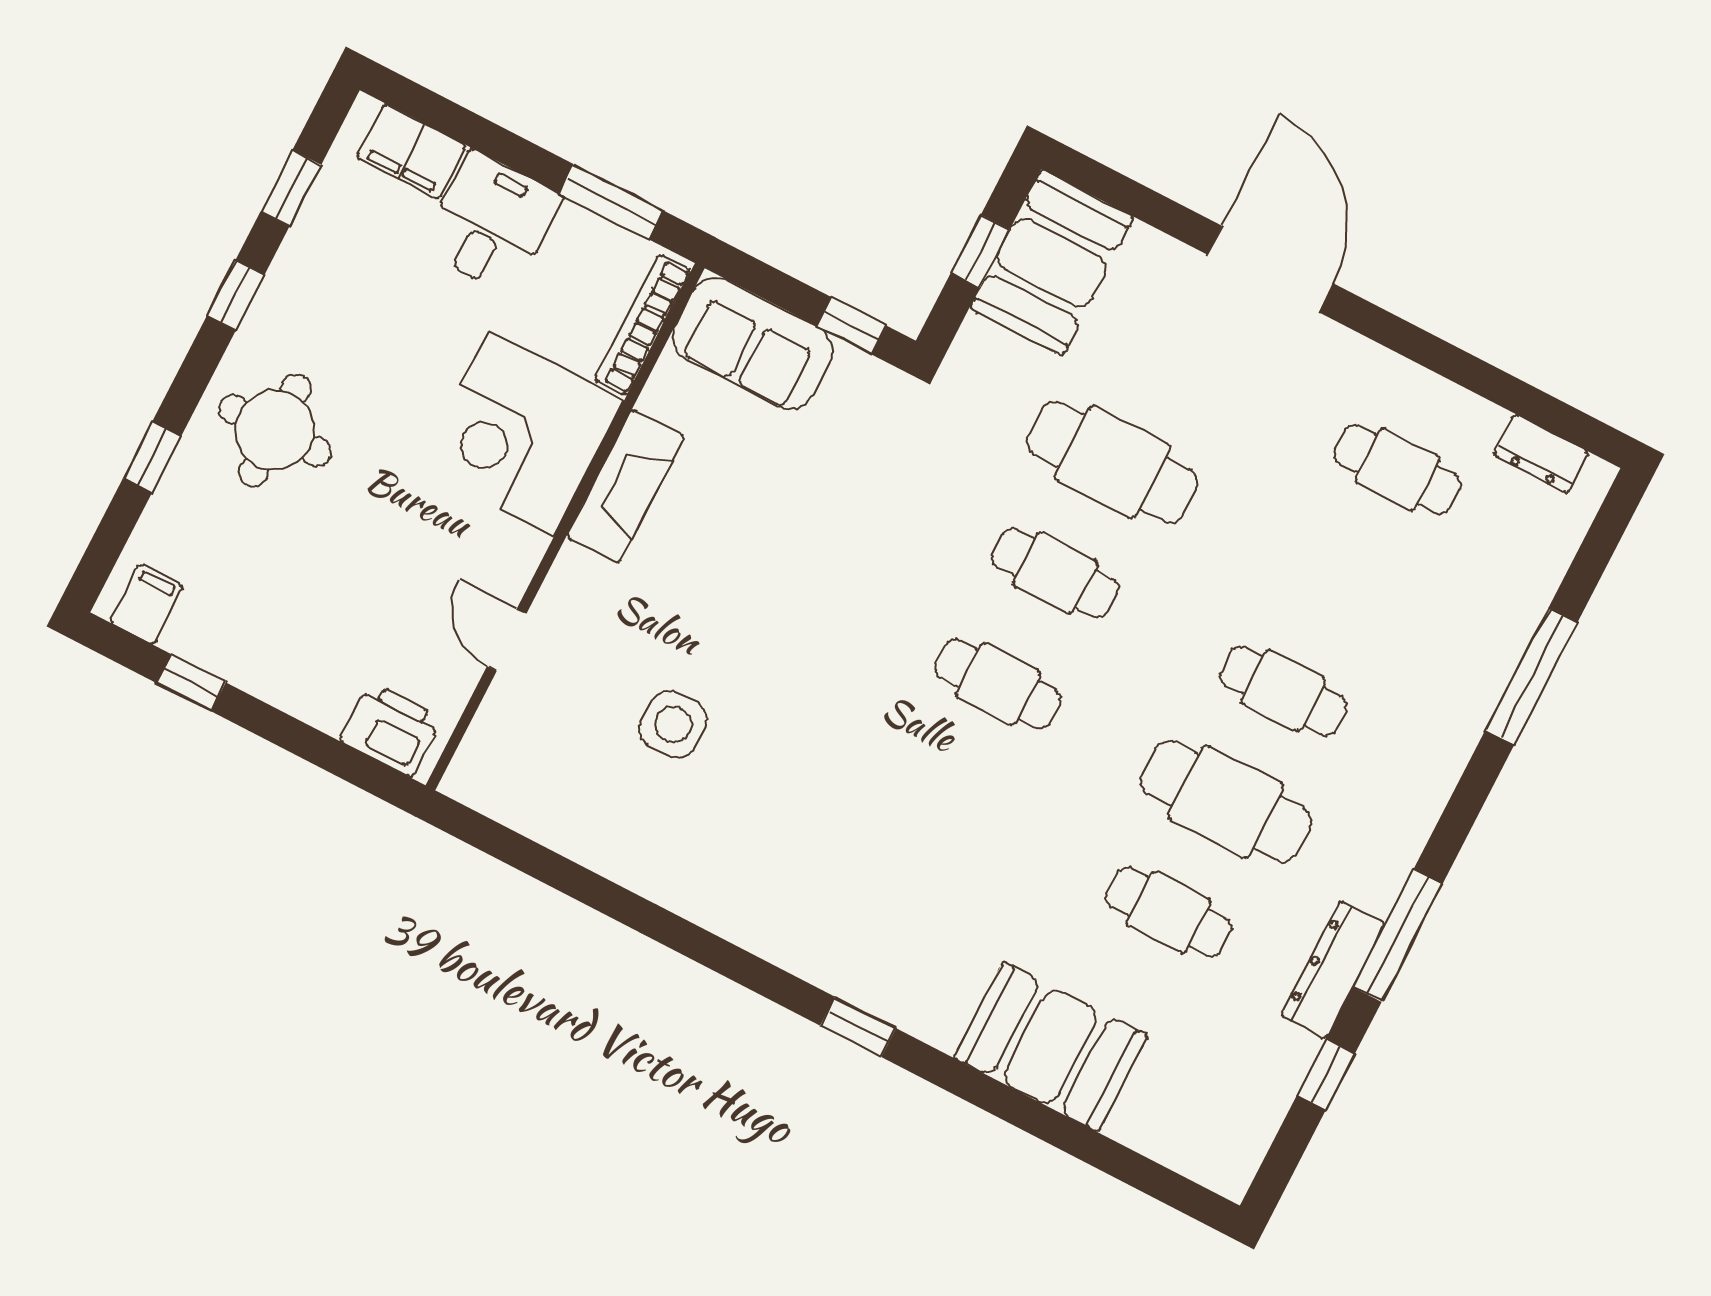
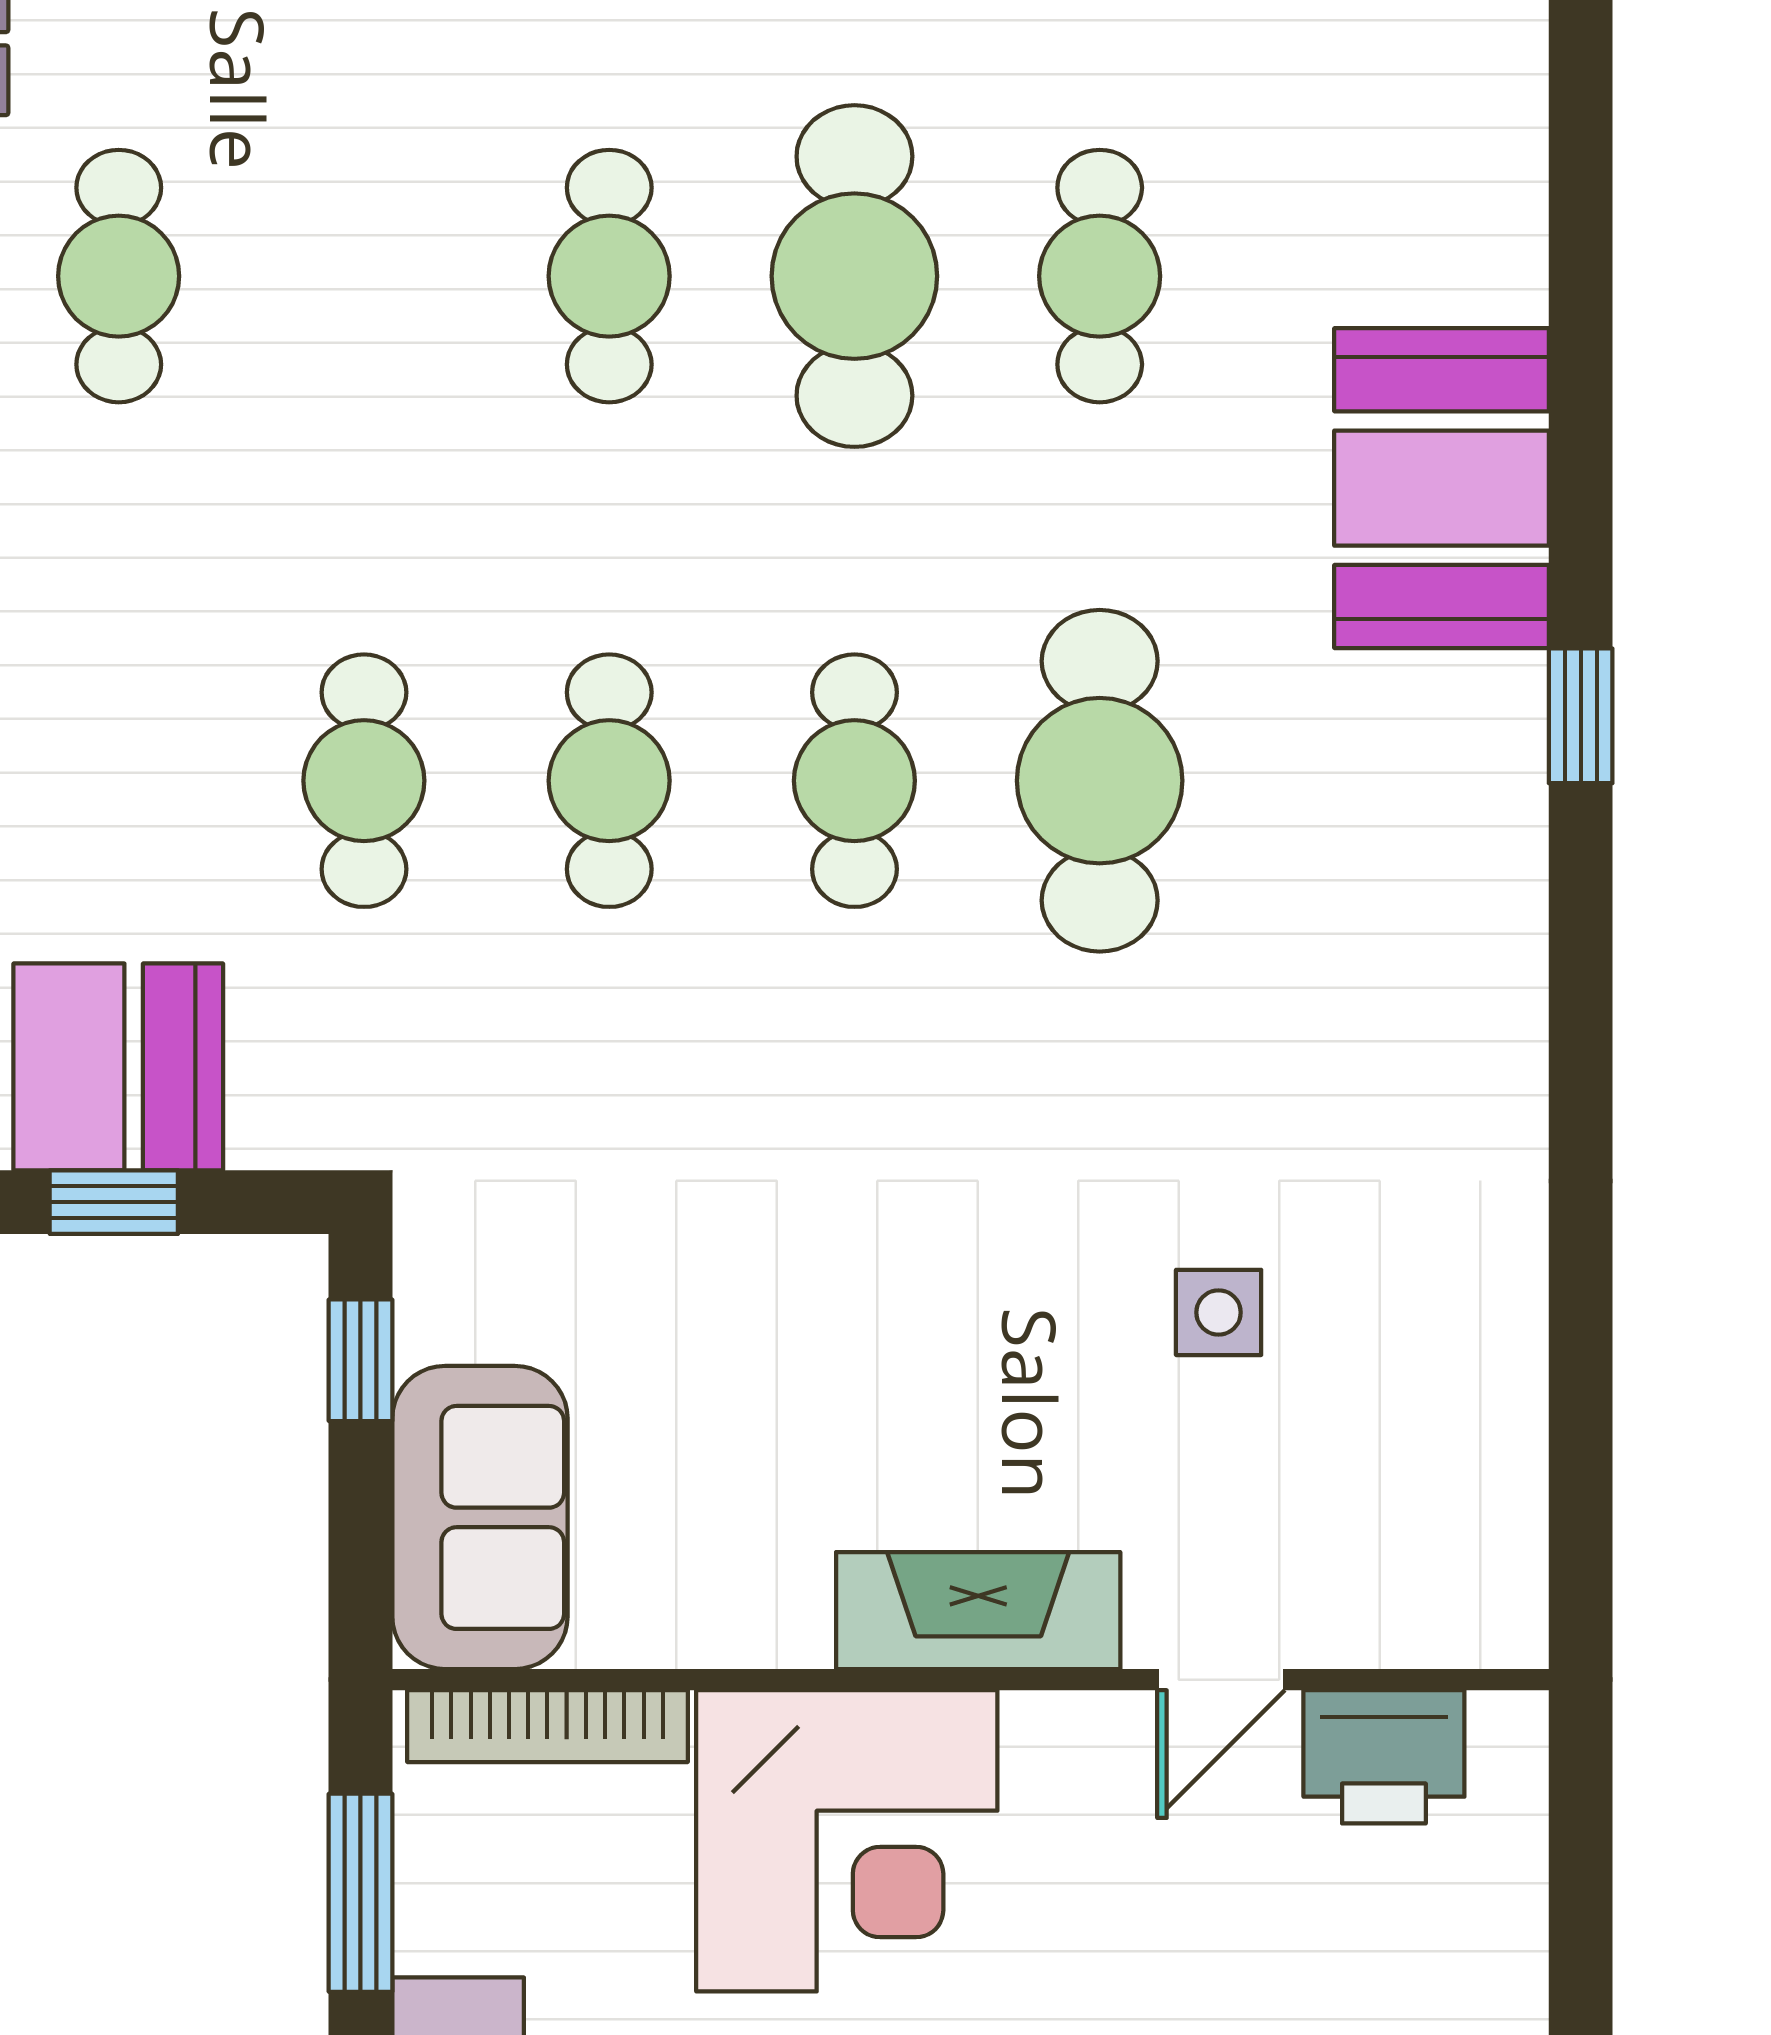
cafe table: (1112, 462) -> (364, 781), width x0.73, depth x0.74
fireplace: (625, 486) -> (978, 1611), moved
side table: (673, 724) -> (1219, 1312), width x0.73, depth x0.73
printer: (391, 730) -> (1384, 1757), moved, turned -90
cafe table: (941, 795) -> (1100, 781), added
booth: (1051, 1047) -> (1442, 488), moved

